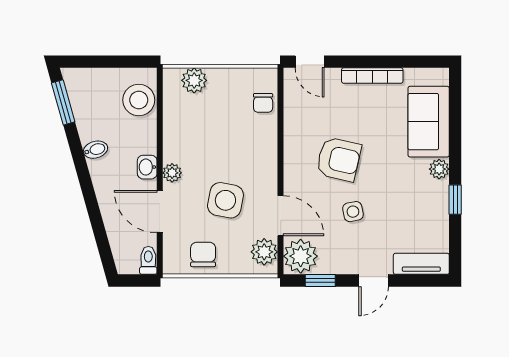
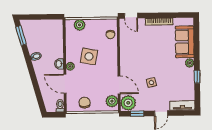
stool: (139, 100) -> (55, 34), removed
armchair: (339, 159) -> (145, 59), removed
side table: (225, 200) -> (89, 56), moved

